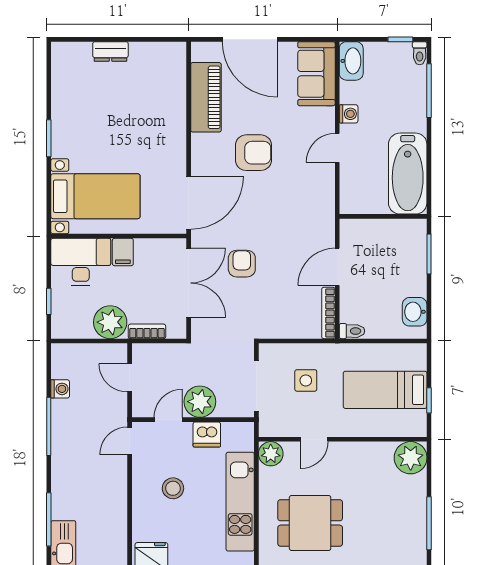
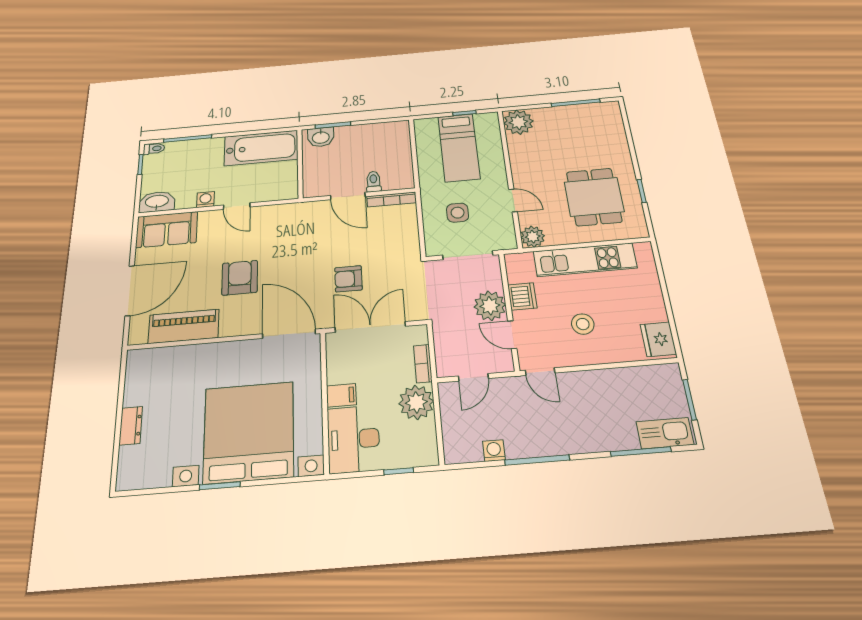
bed with nightstands: (95, 196) -> (249, 432), width x1.85
washbasin: (415, 312) -> (321, 137), moved
toilet: (352, 331) -> (374, 182), moved

